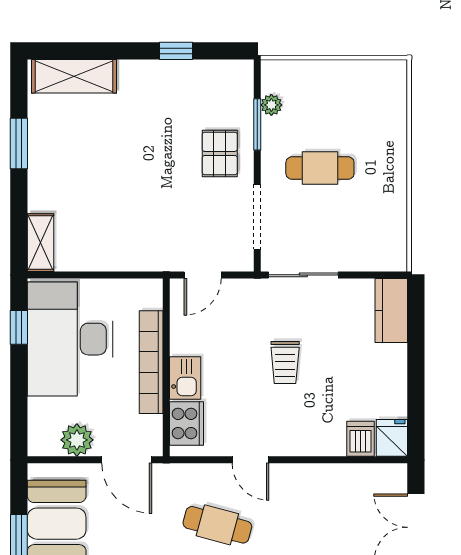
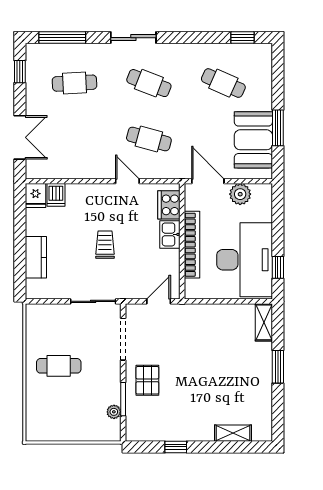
shelving: (74, 76) -> (233, 433), width x0.67, depth x0.75
window: (19, 144) -> (278, 367), moved
cafe table: (320, 168) -> (59, 366), moved
kitchen counter: (391, 311) -> (36, 257), moved

